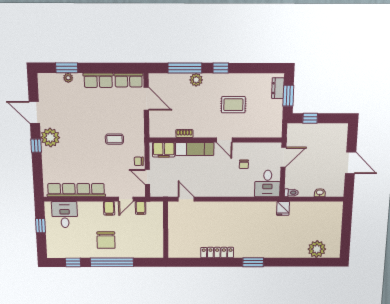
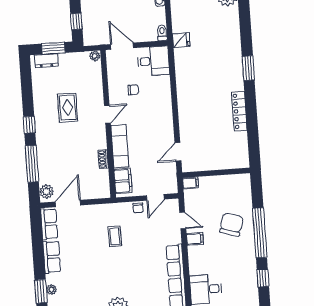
plant: (196, 80) -> (46, 192), moved
plant: (277, 132) -> (95, 56), added
filing cabinet: (141, 208) -> (190, 183), moved
chair: (106, 240) -> (231, 224), moved, turned -74

